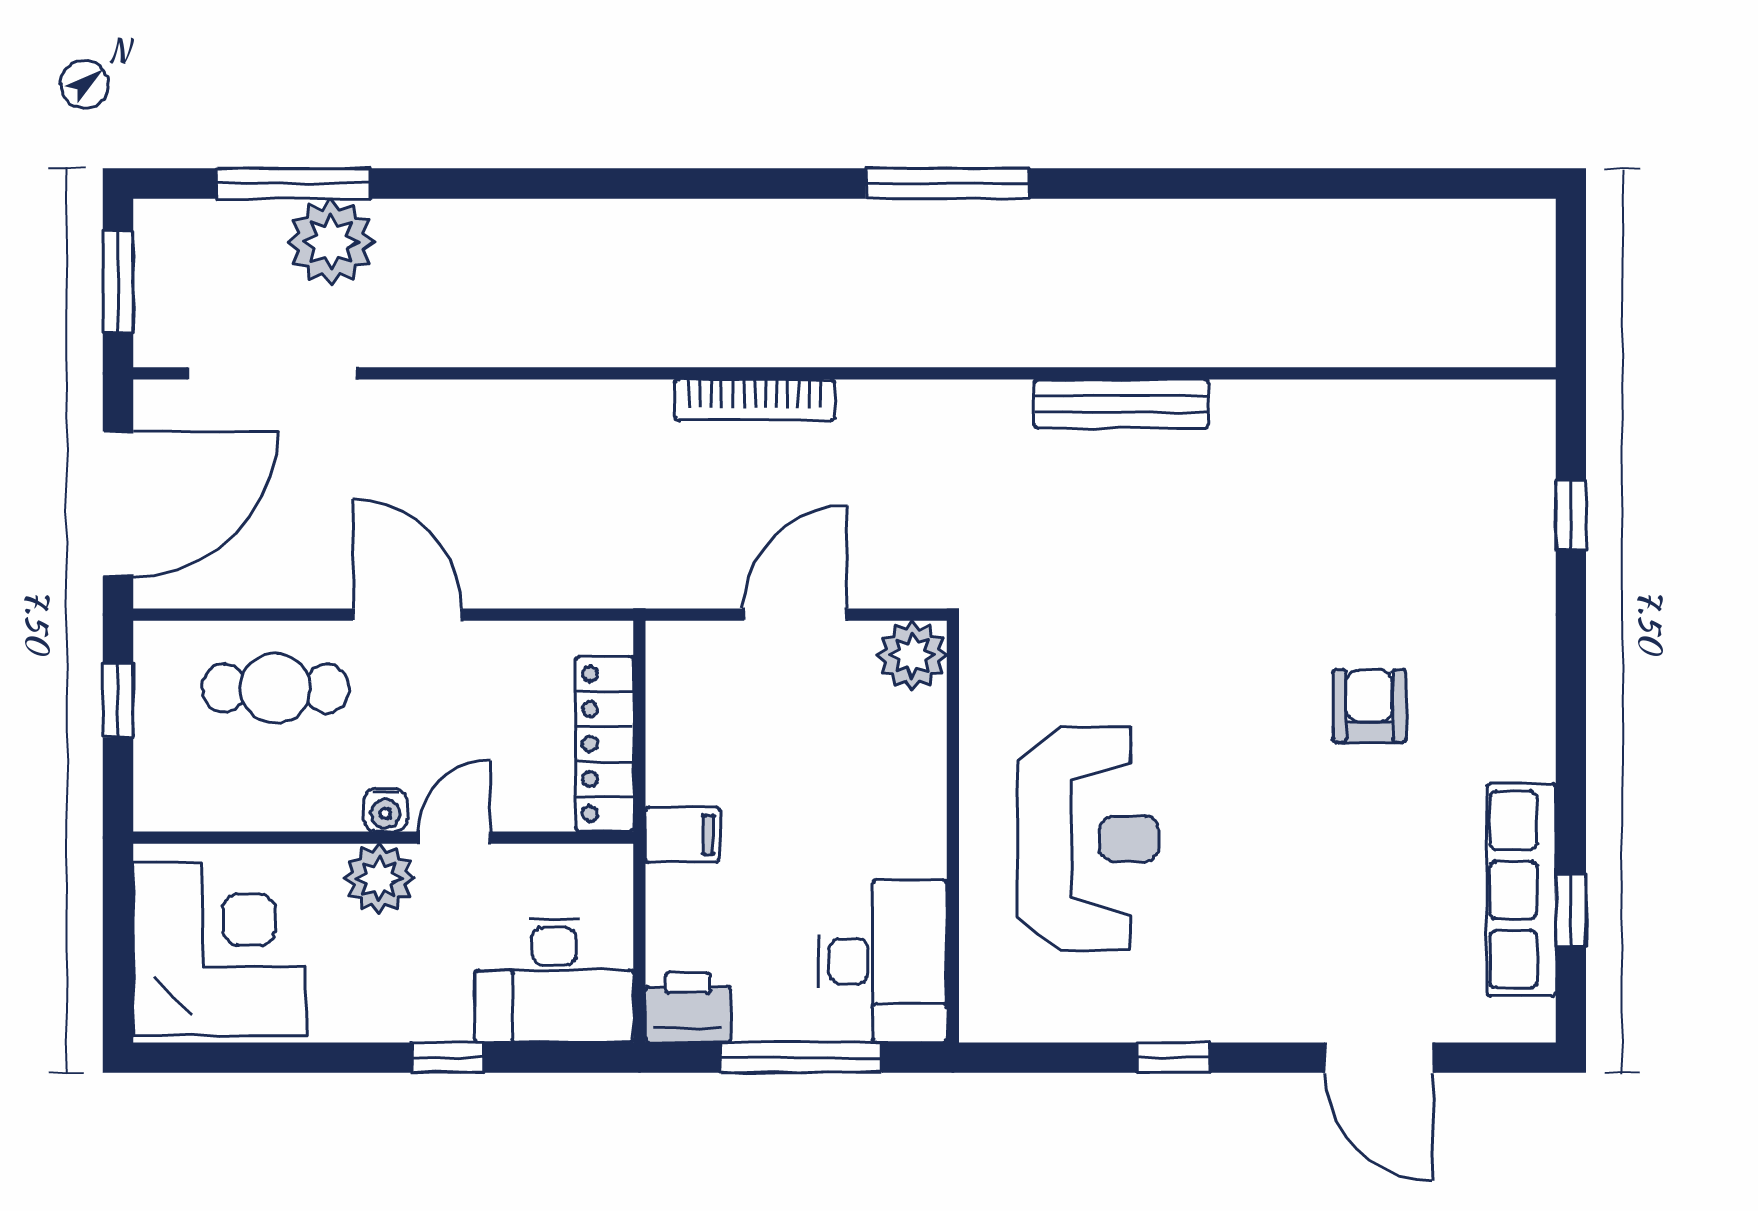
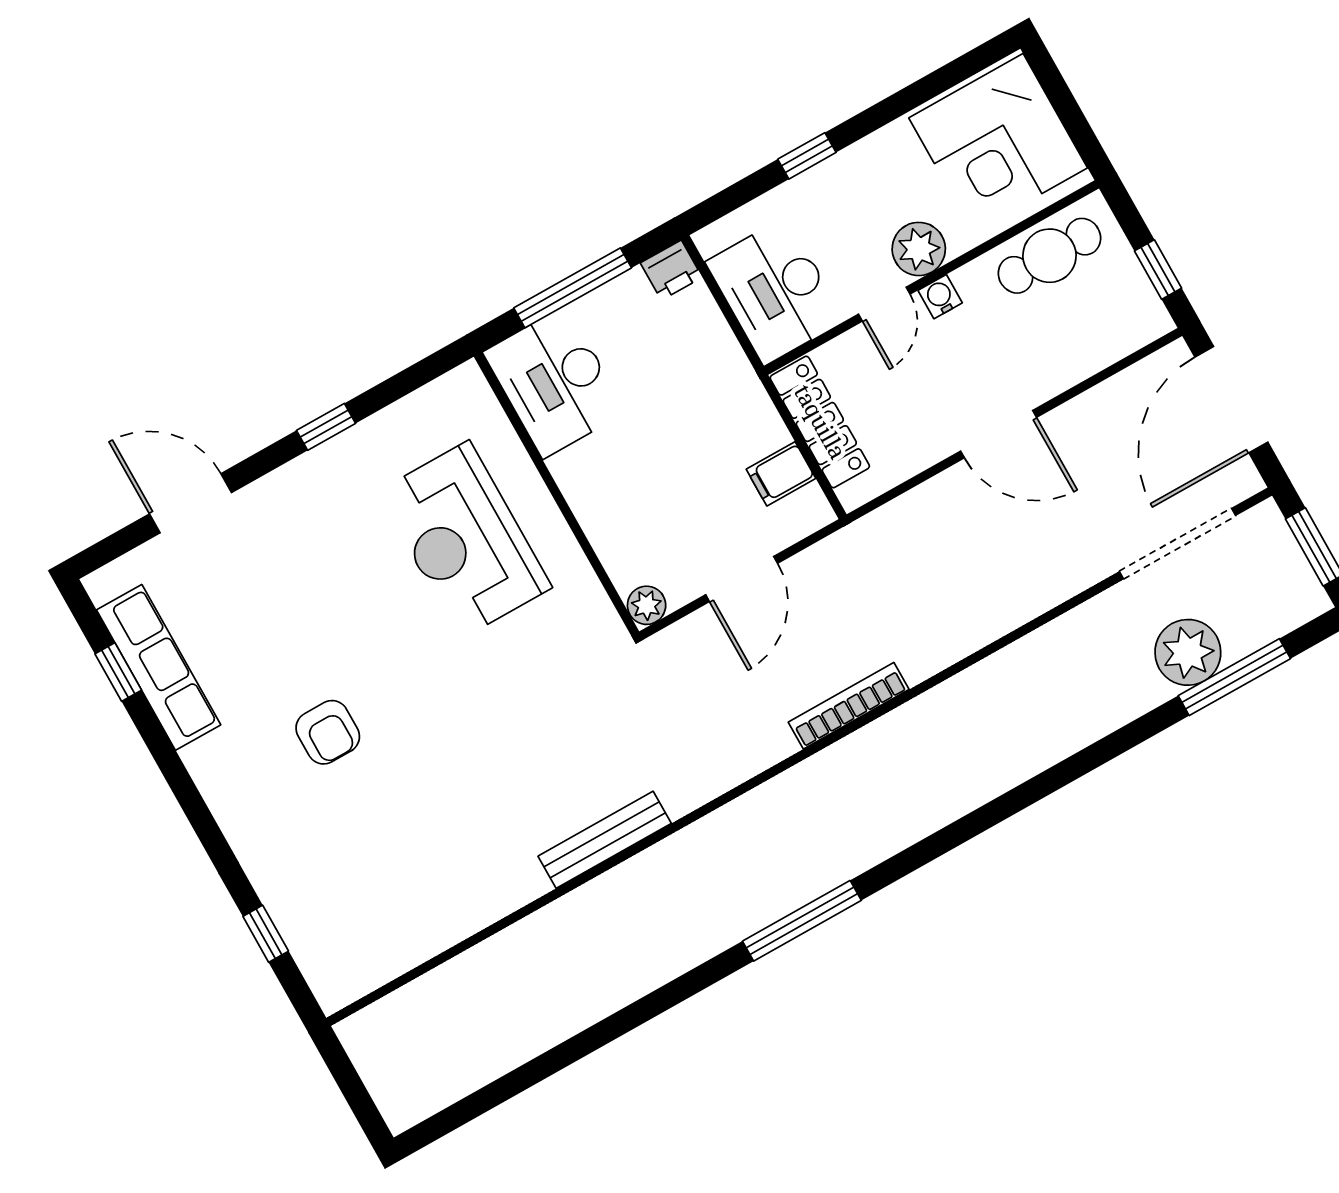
plant: (912, 655) -> (647, 605), width x0.73, depth x0.73
cafe table: (275, 688) -> (1049, 256), moved
filing cabinet: (683, 835) -> (781, 474), moved
desk: (554, 980) -> (775, 291), moved, turned -90
printer: (688, 1007) -> (671, 270), width x0.73, depth x0.81

